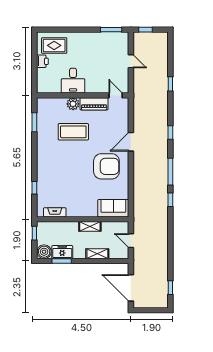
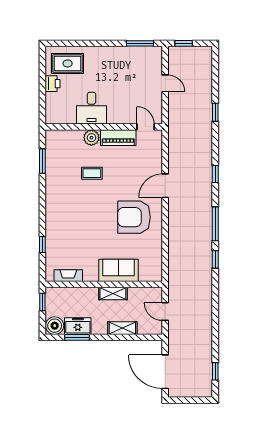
coffee table: (73, 132) -> (92, 173), width x0.54, depth x0.58
armchair: (106, 166) -> (134, 217), turned 180
sofa: (113, 208) -> (119, 270), moved

